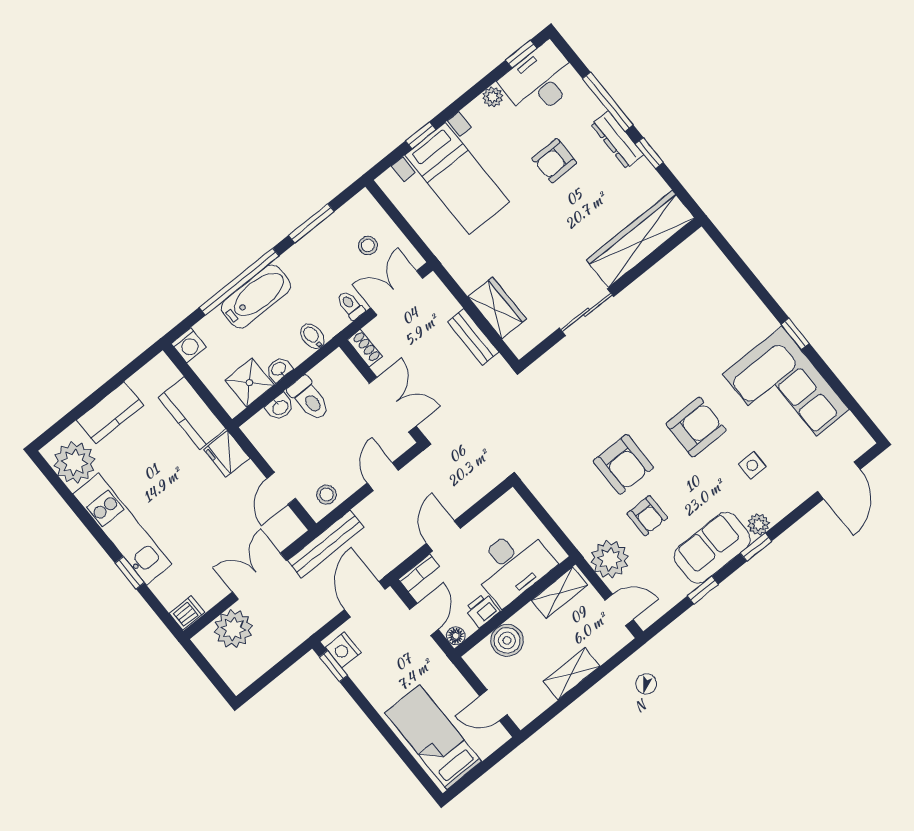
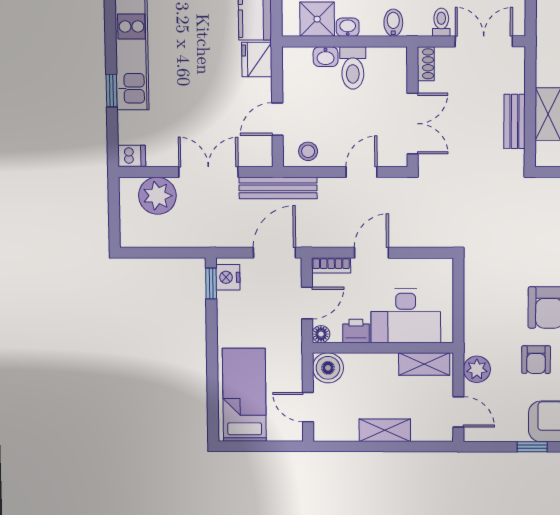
plant: (610, 559) -> (477, 369), width x0.73, depth x0.73
boiler: (507, 640) -> (328, 368), moved

